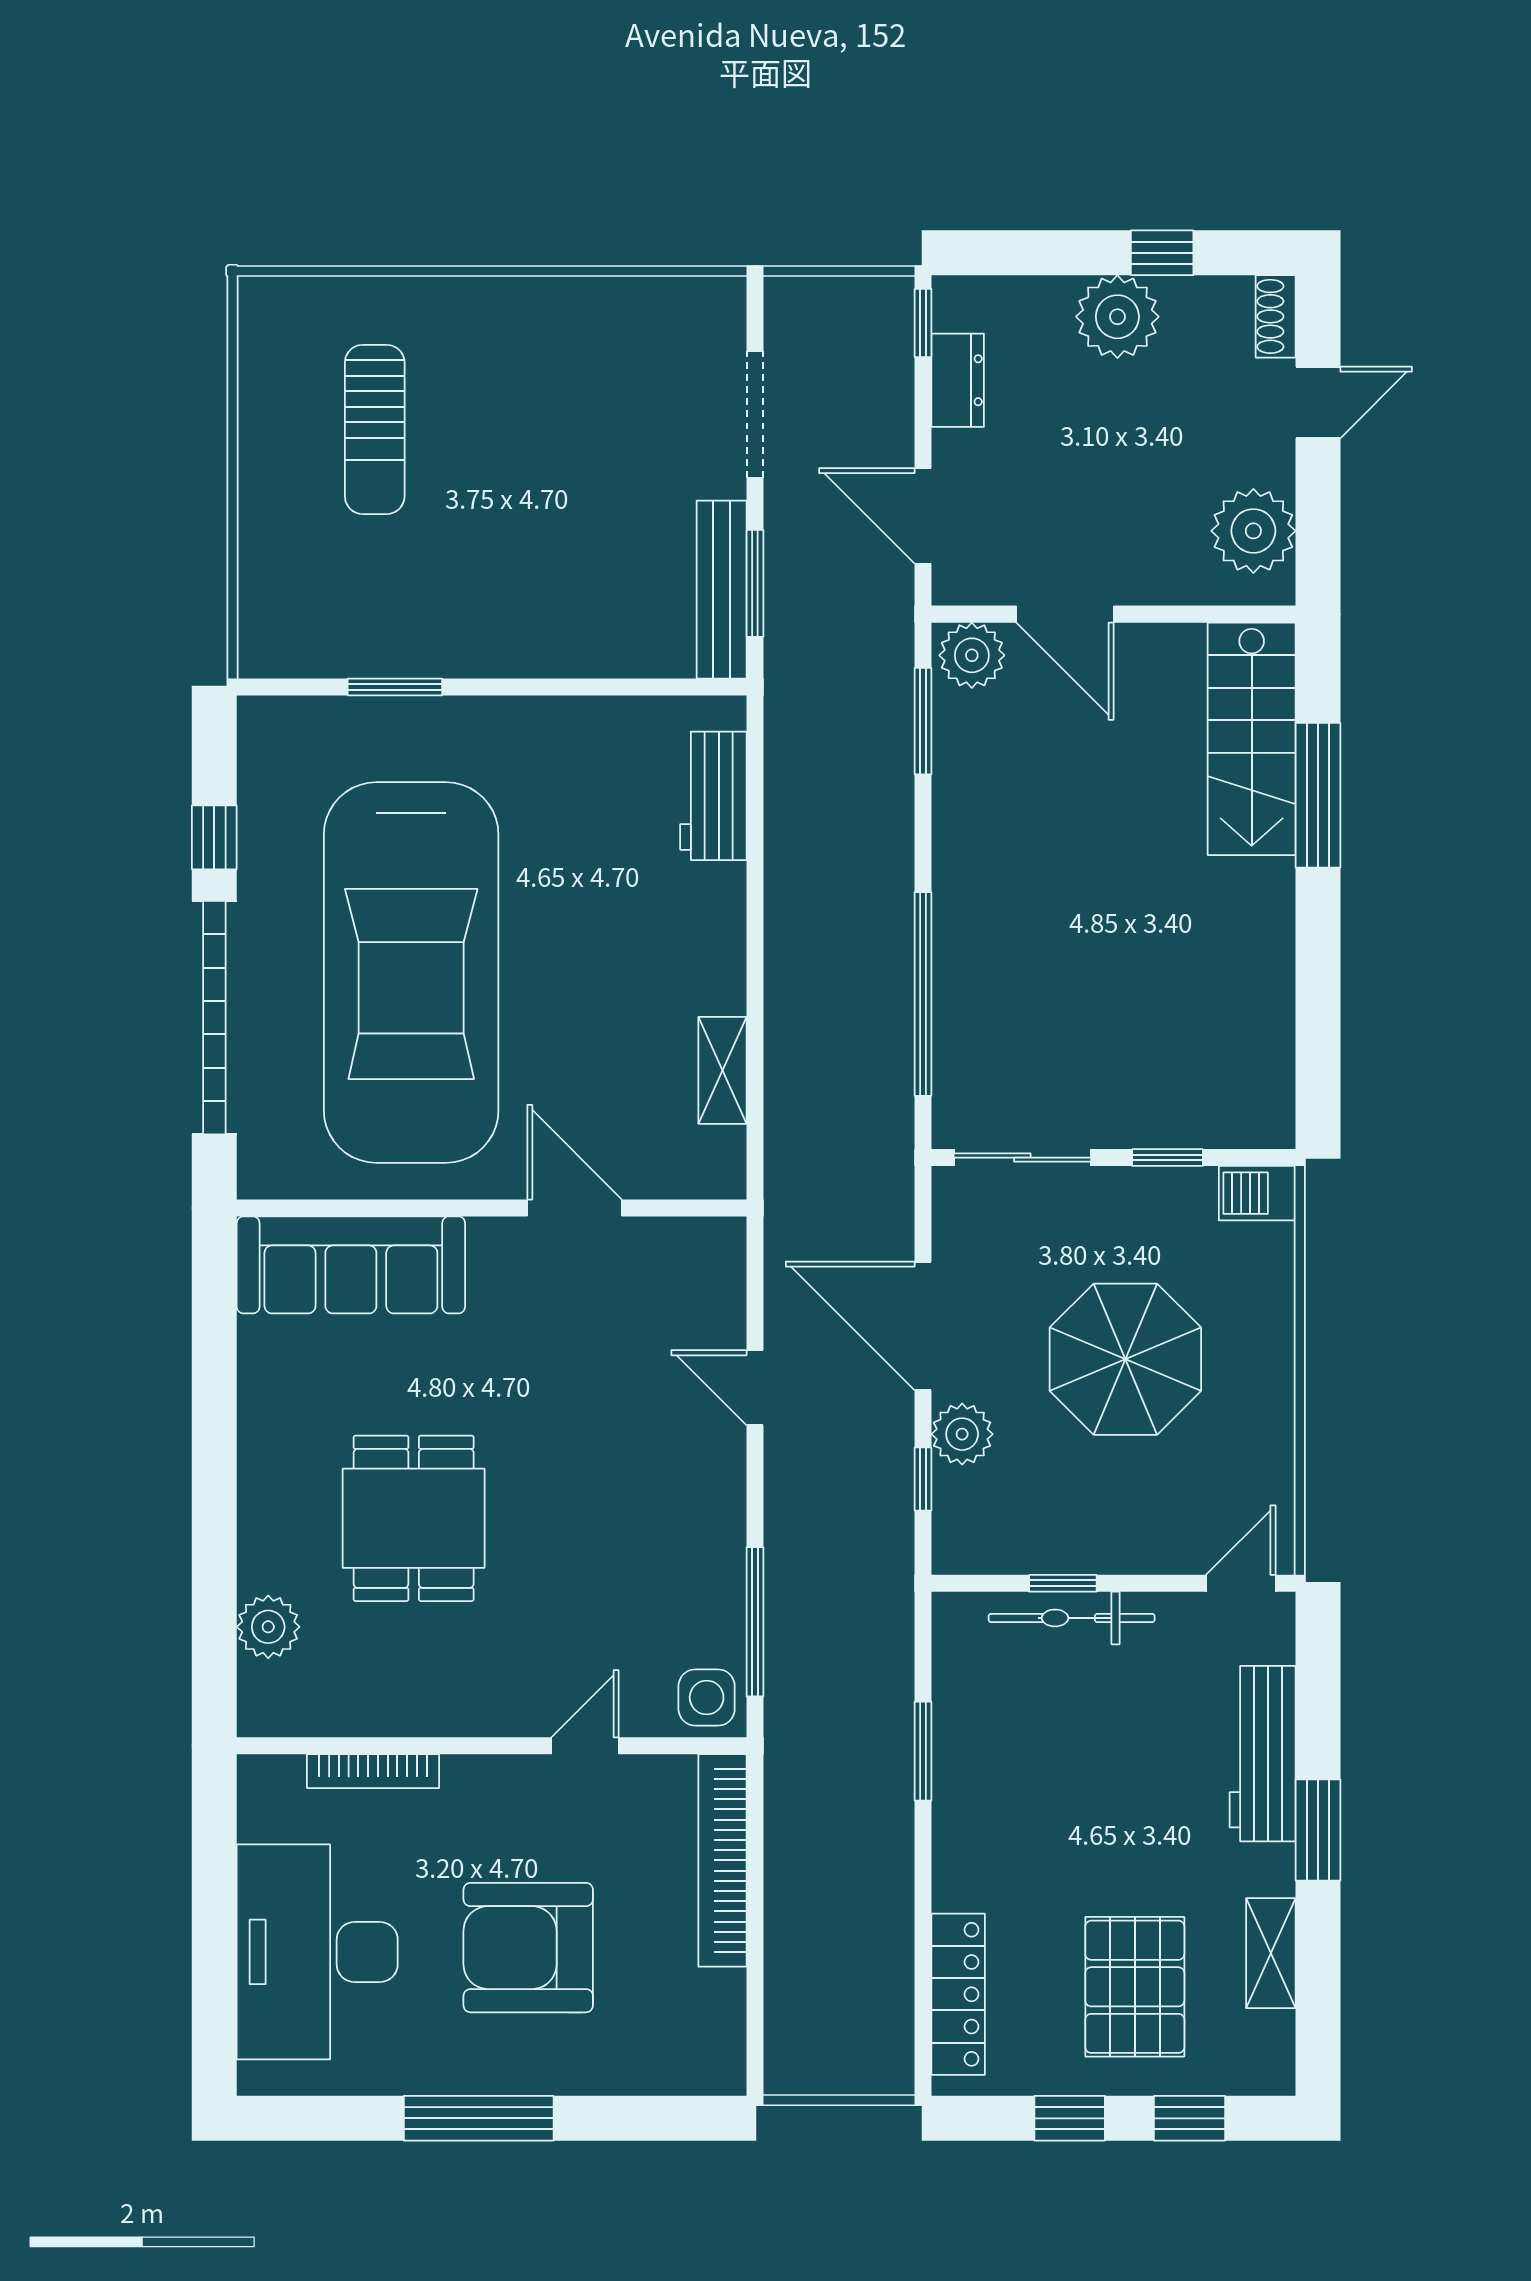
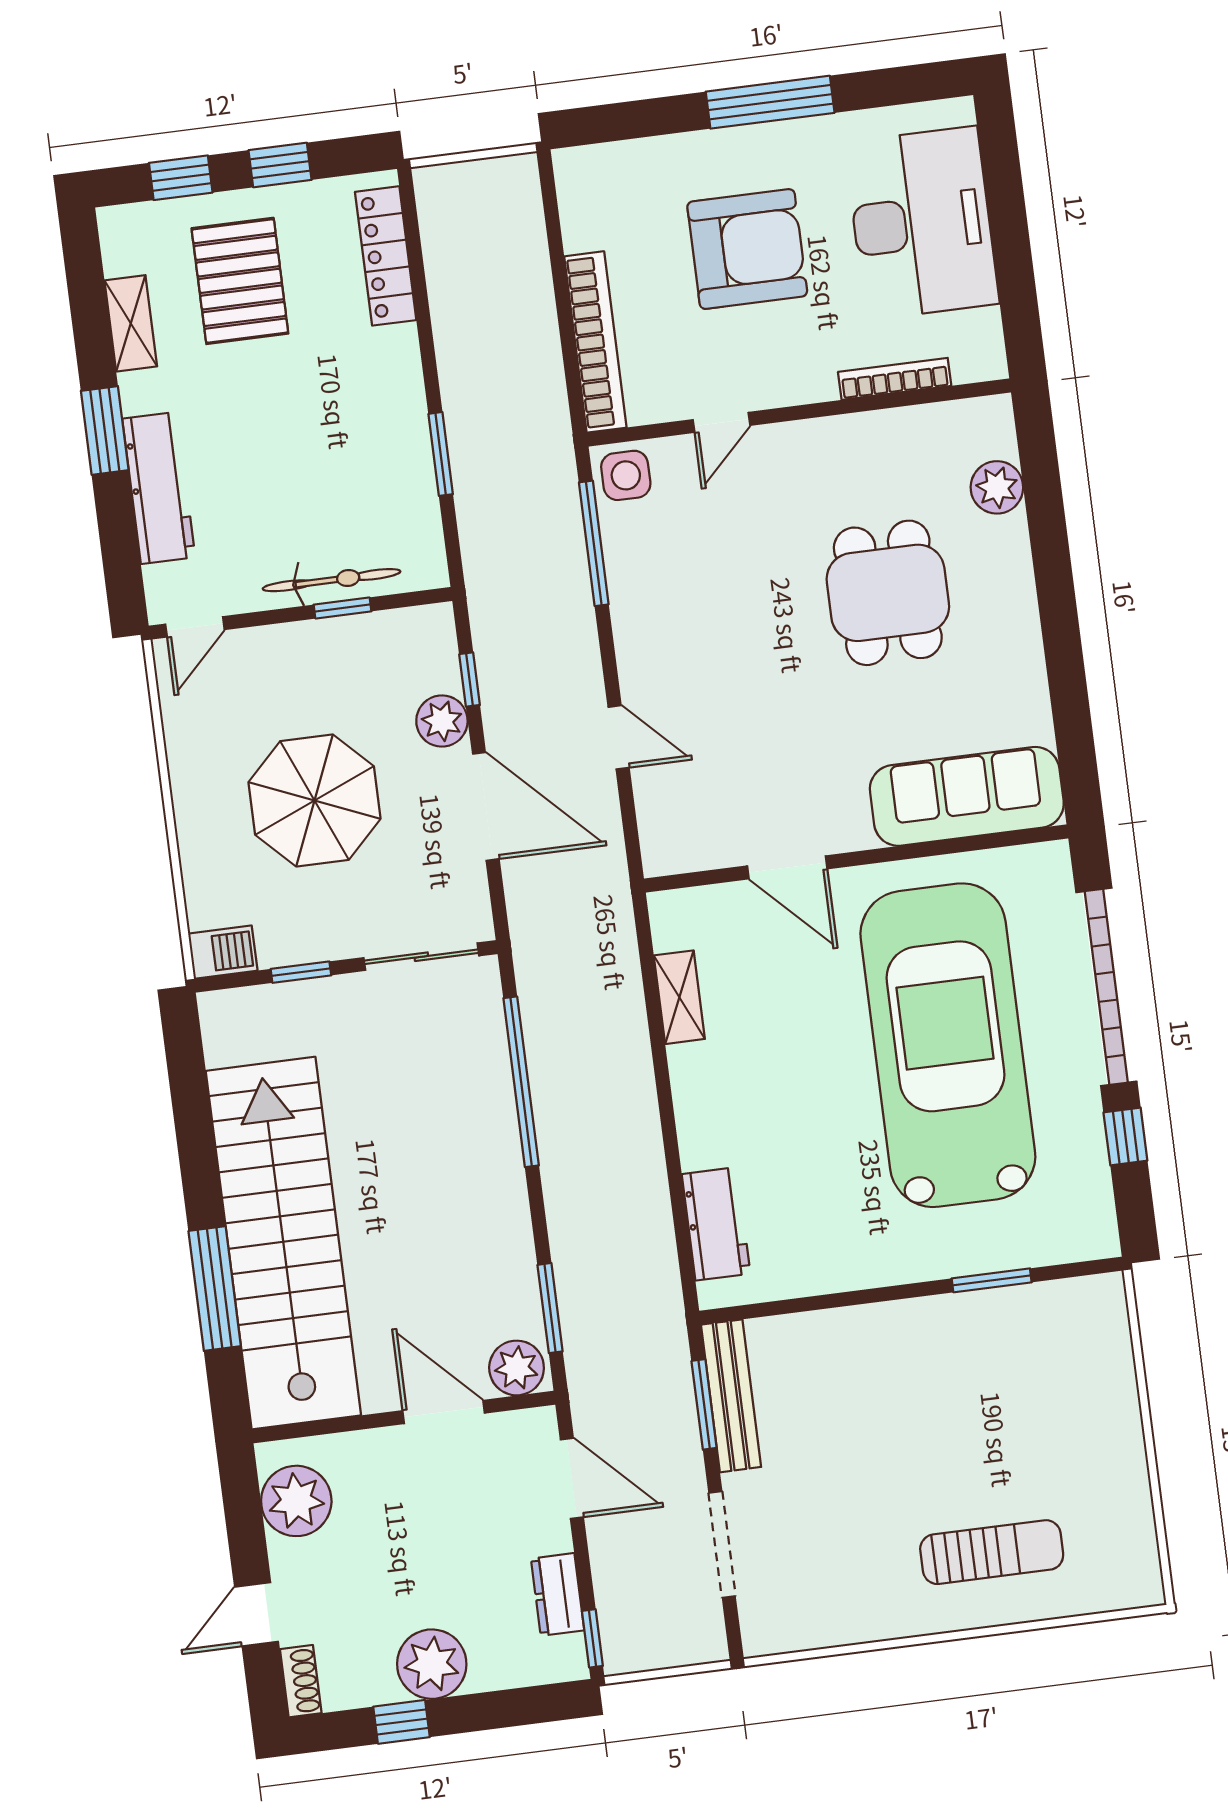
sun lounger: (375, 429) -> (992, 1552), moved, turned 90
stairs: (1252, 739) -> (283, 1243), width x1.86, depth x1.51

